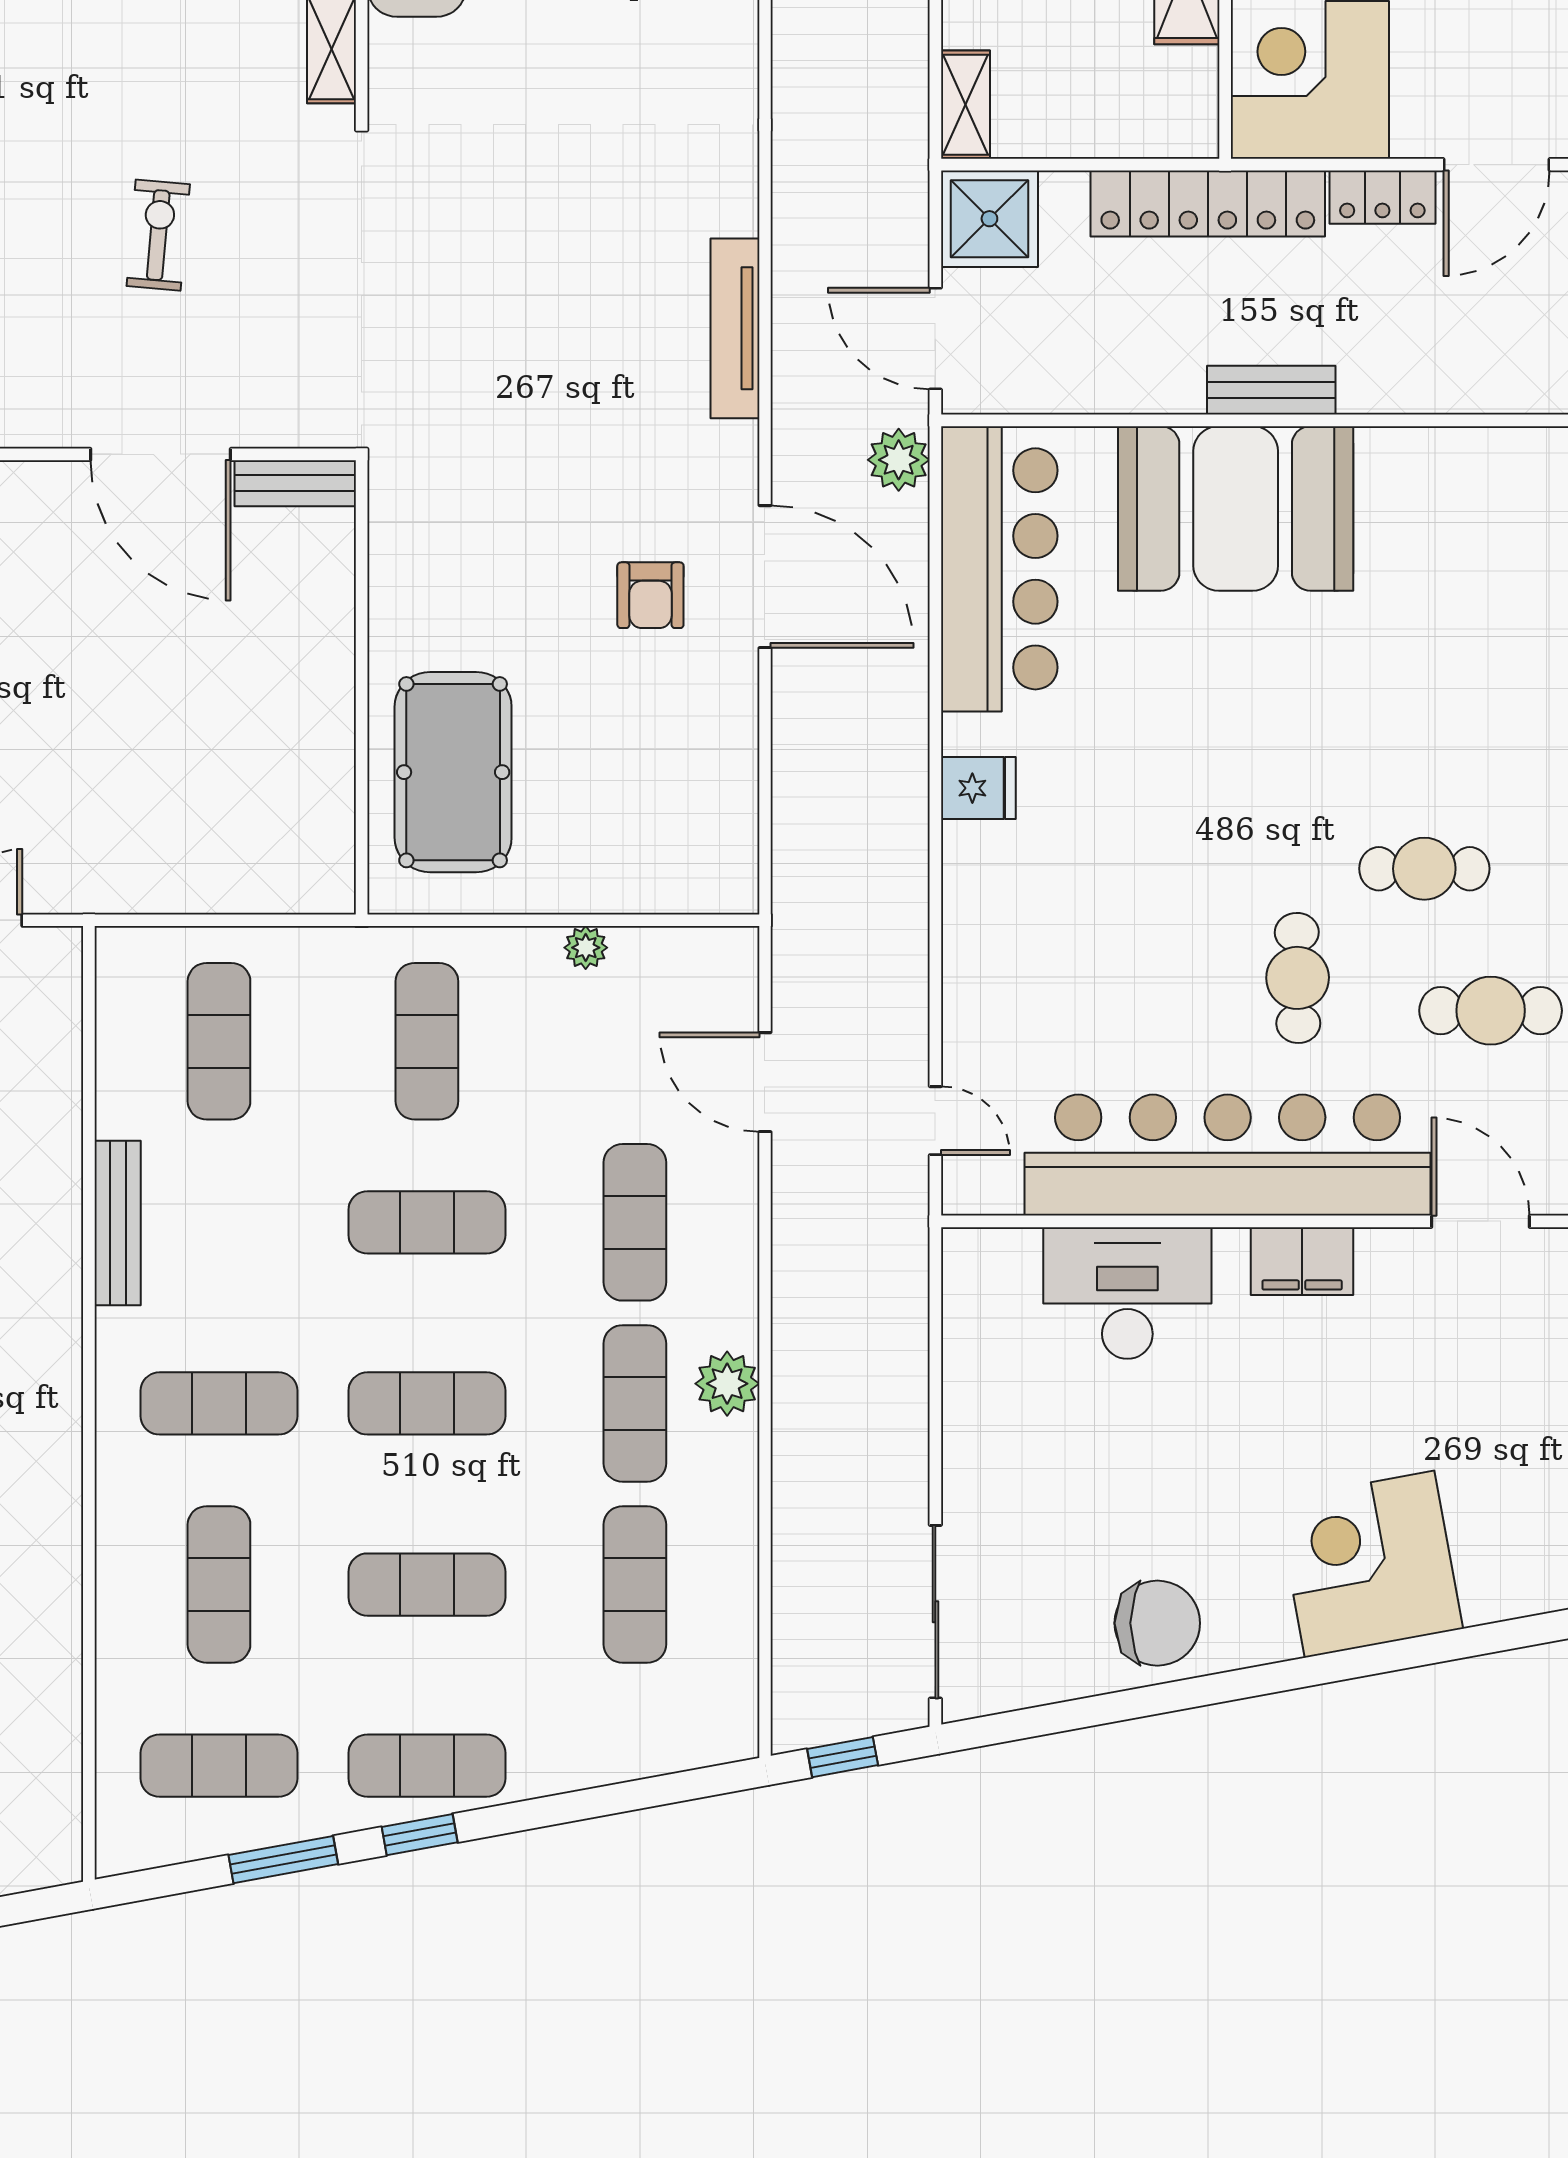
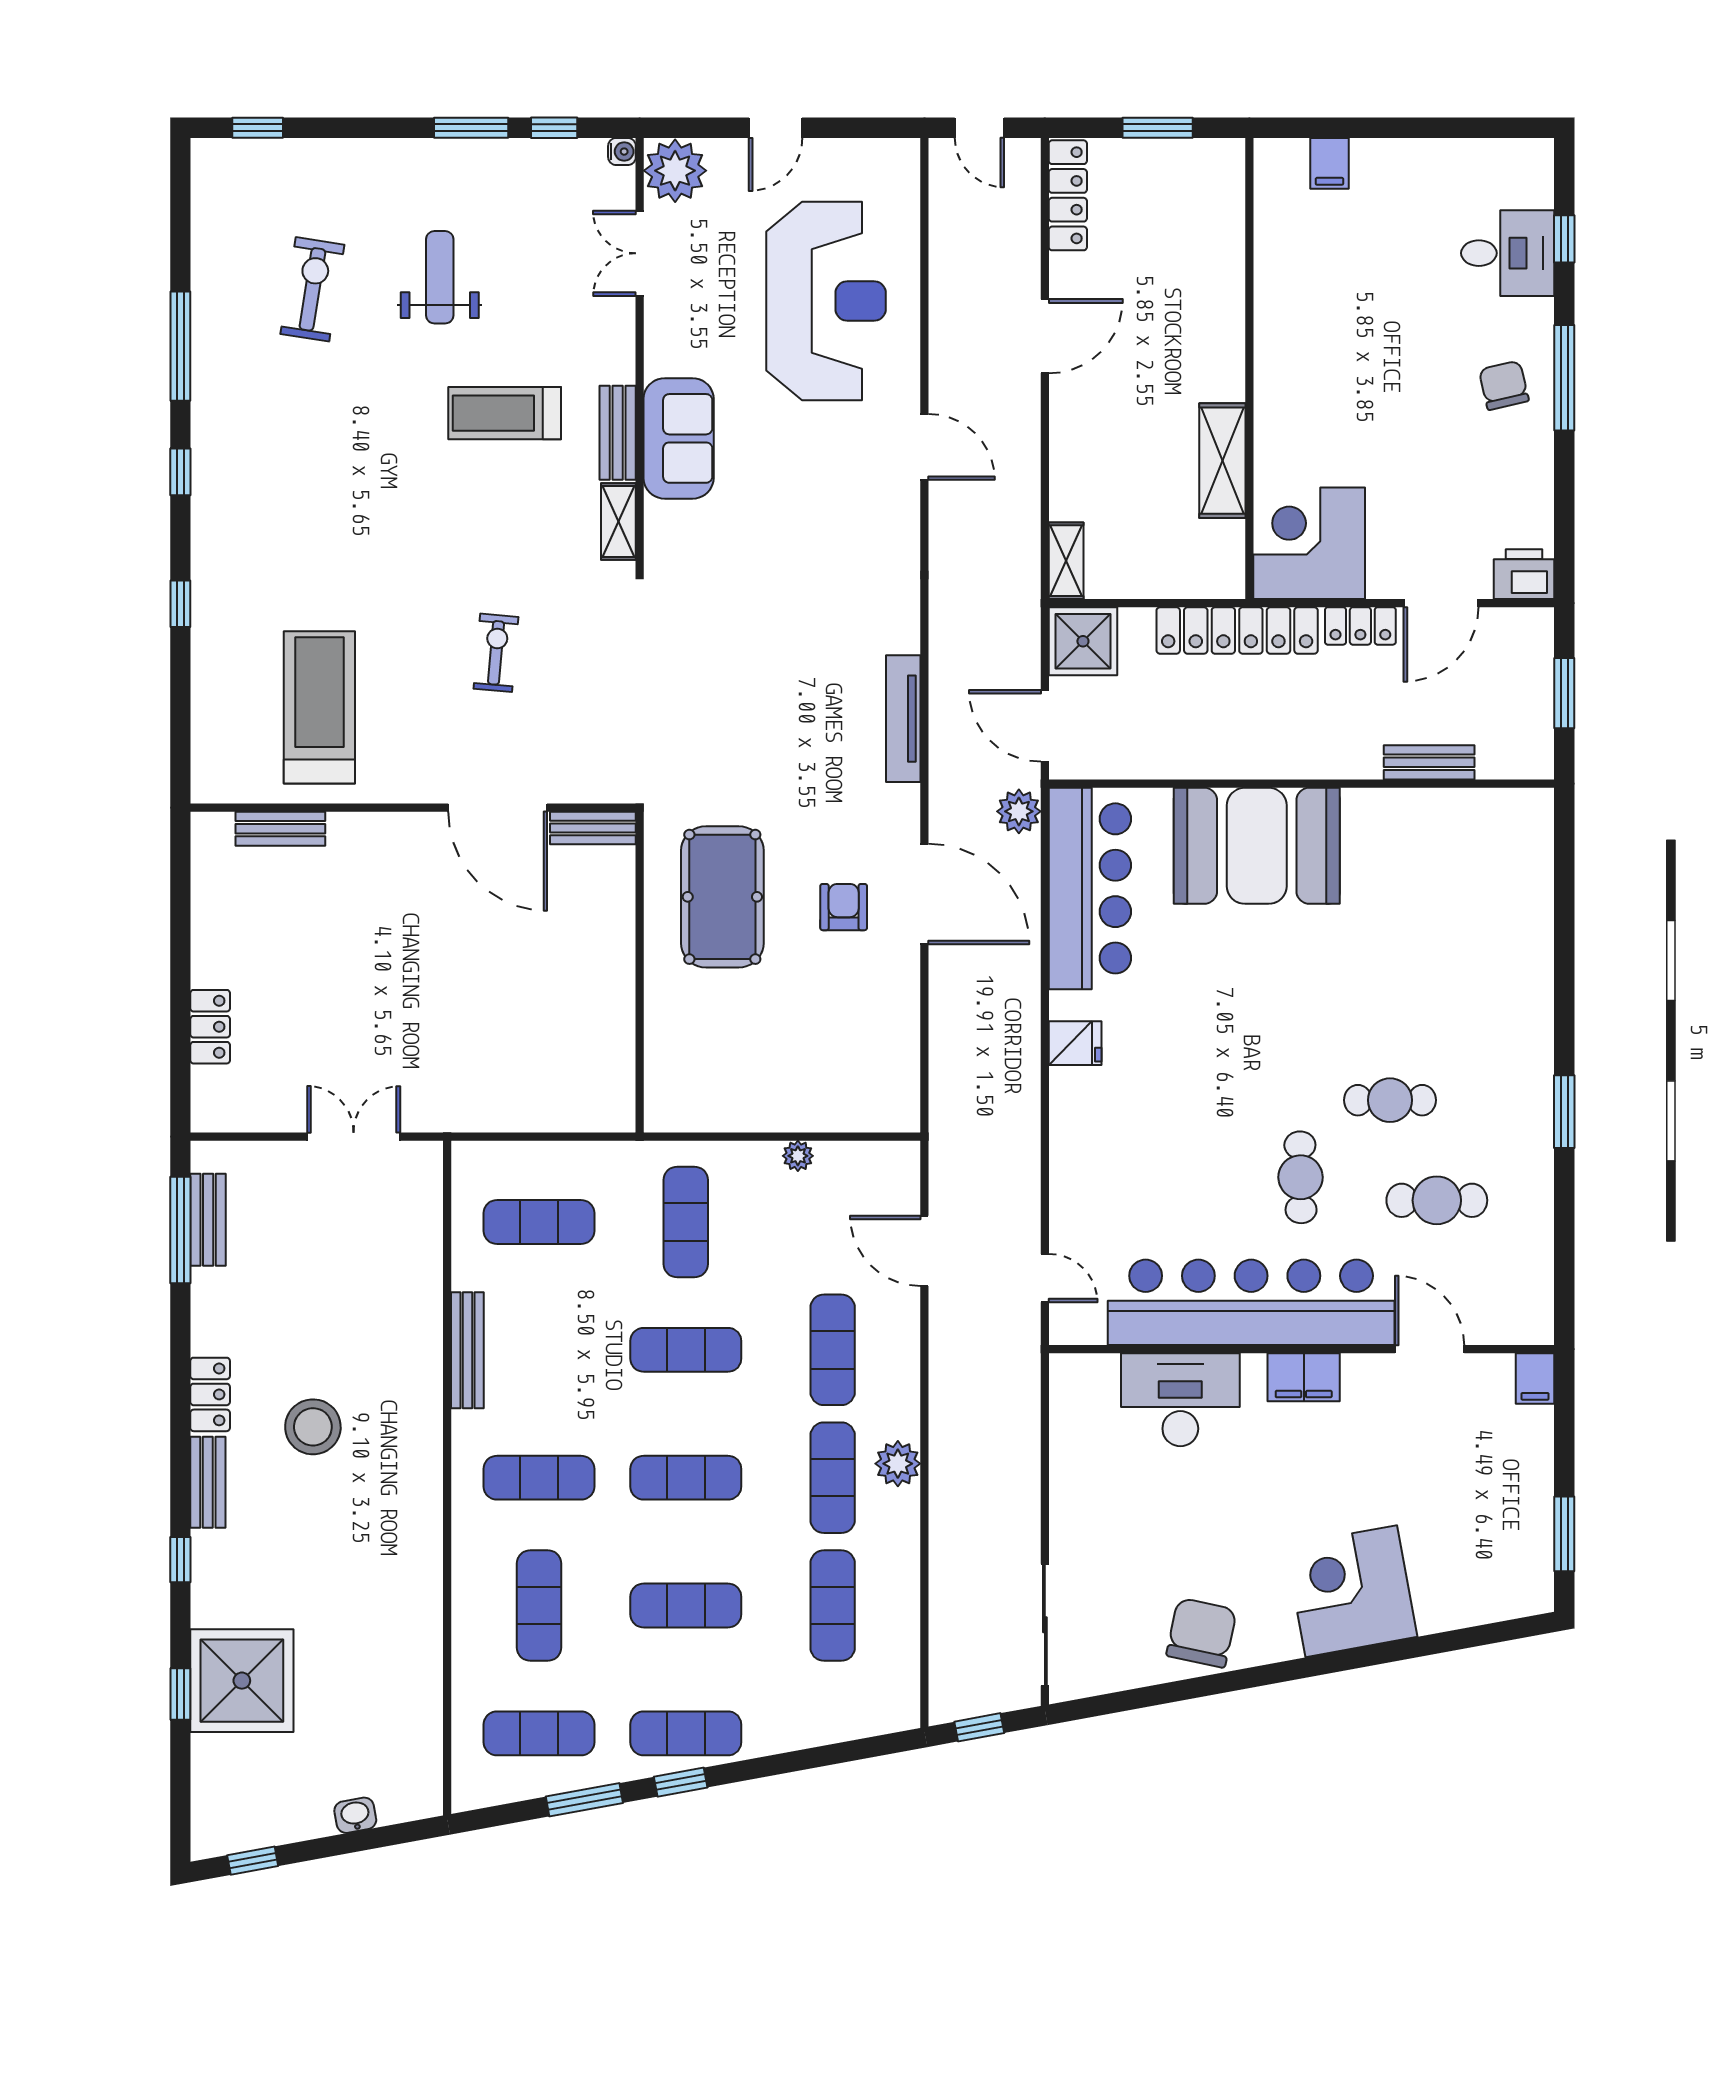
bench: (1271, 390) -> (1429, 762), moved
armchair: (650, 595) -> (844, 907), turned 180
pool table: (453, 772) -> (722, 897), moved
exercise mat: (219, 1041) -> (539, 1222), turned 90
chair: (1157, 1623) -> (1201, 1633), turned -78

